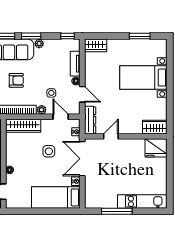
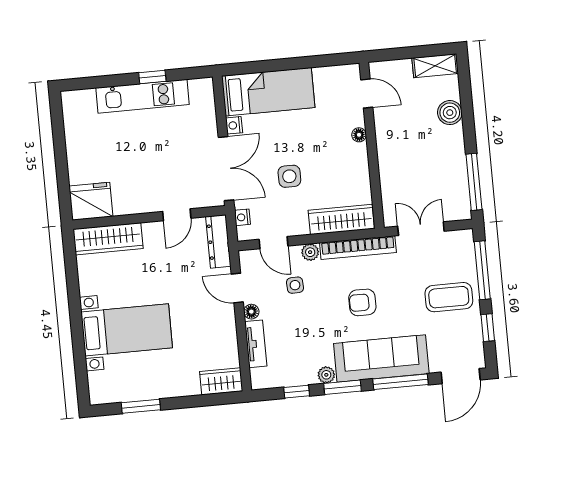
window: (68, 36) -> (297, 392), moved
wardrobe: (155, 127) -> (108, 239), width x1.50
kitchen unit: (142, 201) -> (142, 96), moved
window: (117, 211) -> (152, 77), width x0.46

